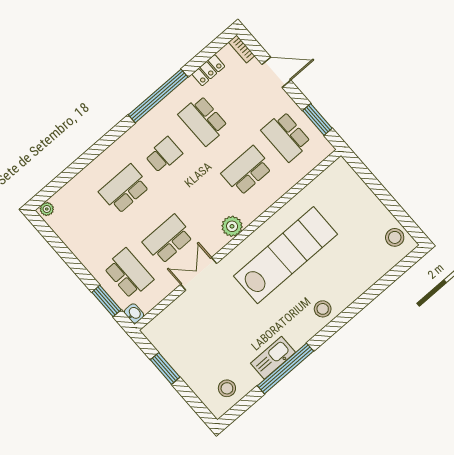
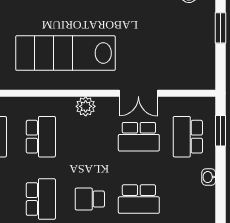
school desk: (247, 171) -> (41, 137), turned -90
washbasin: (134, 314) -> (209, 177), moved
window: (165, 368) -> (220, 28), moved

